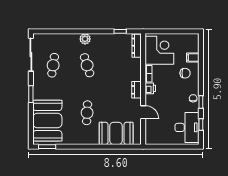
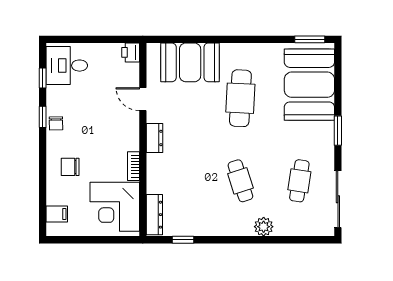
plant: (85, 39) -> (264, 227), moved
filing cabinet: (193, 58) -> (57, 214), moved
printer: (150, 88) -> (131, 52), moved
cafe table: (87, 113) -> (240, 98), width x1.37, depth x1.35
desk: (187, 127) -> (67, 66), width x0.73

